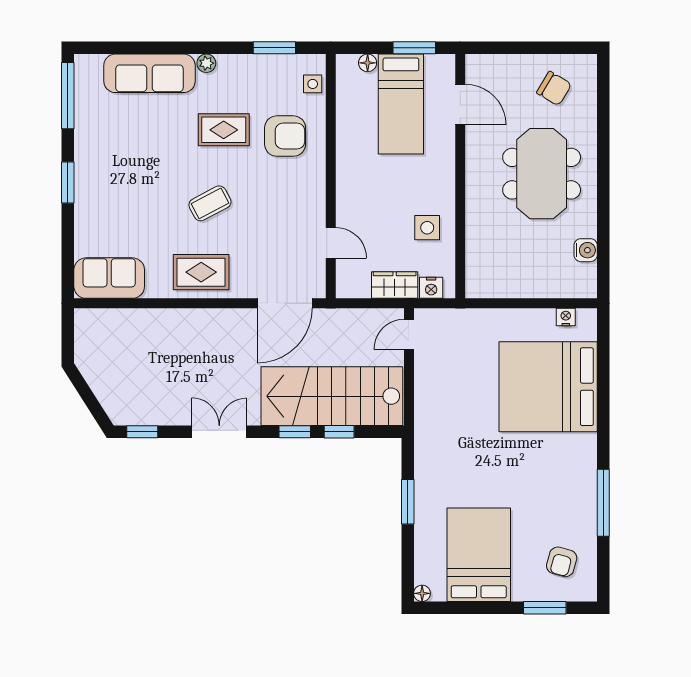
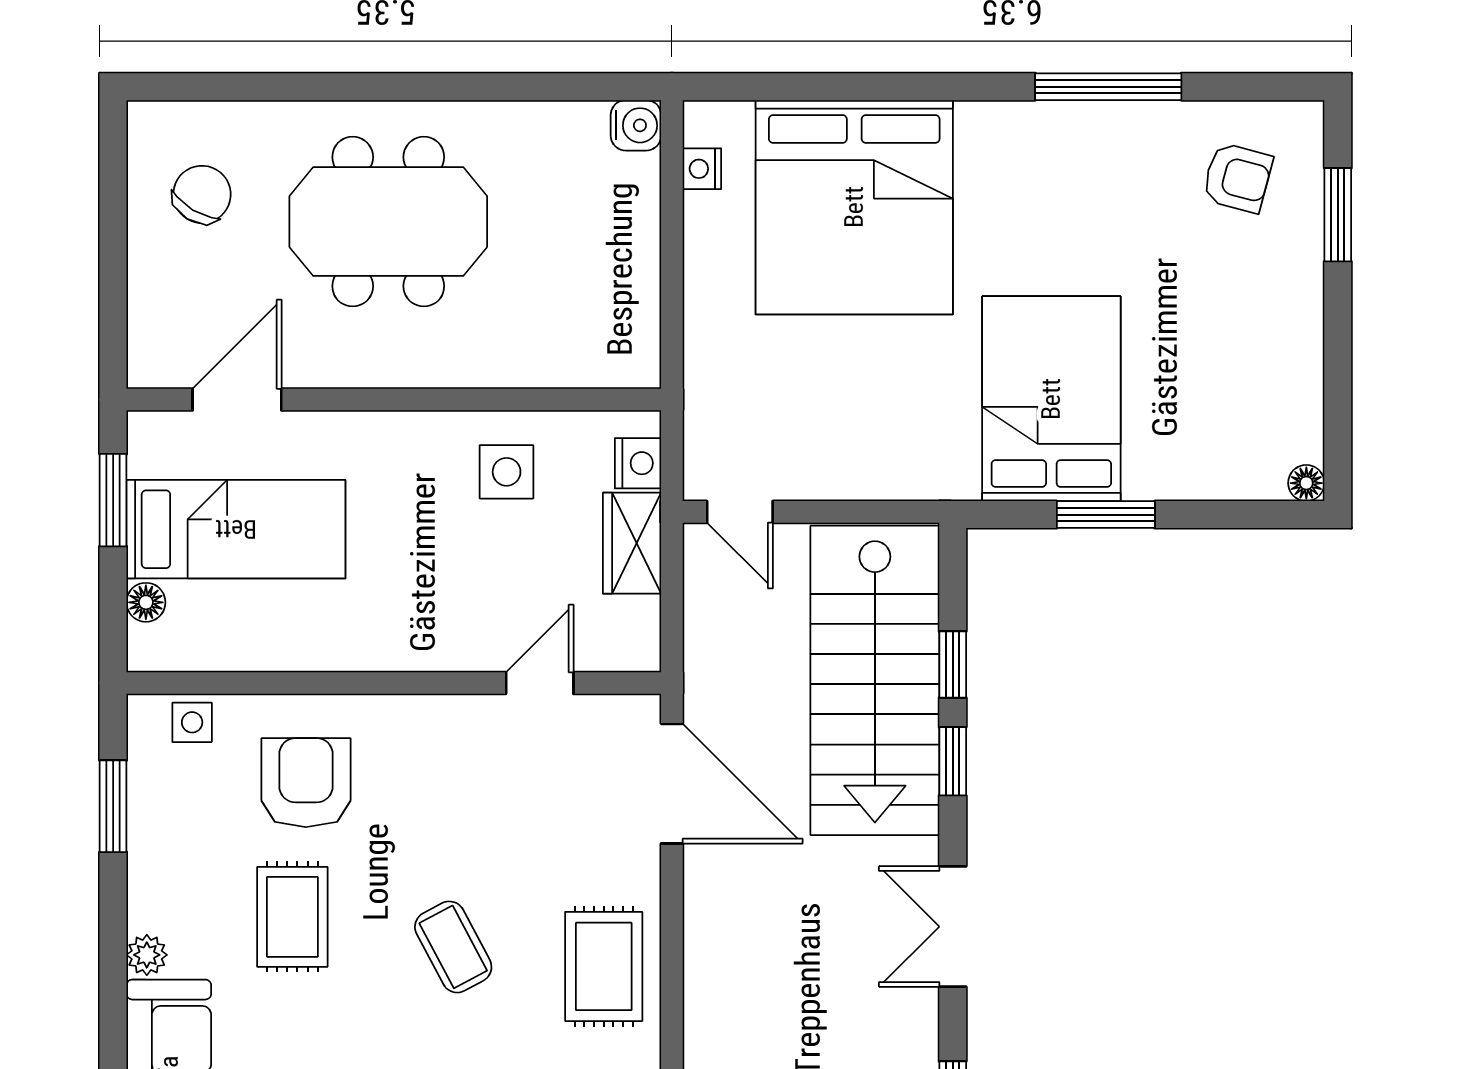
water cooler: (586, 250) -> (636, 125), moved, turned 90
bed: (479, 555) -> (1051, 399), moved, turned 90

